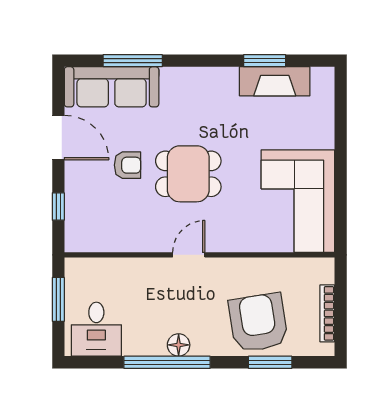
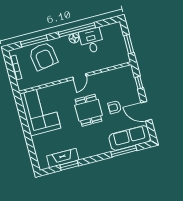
dining table: (188, 174) -> (89, 110), turned 90
desk: (96, 329) -> (91, 41), moved
window: (270, 362) -> (34, 41), width x1.44

